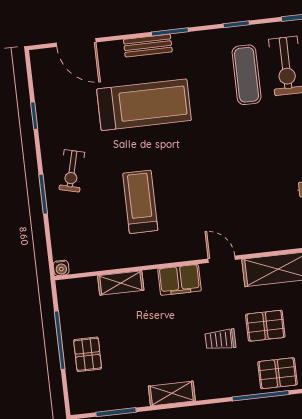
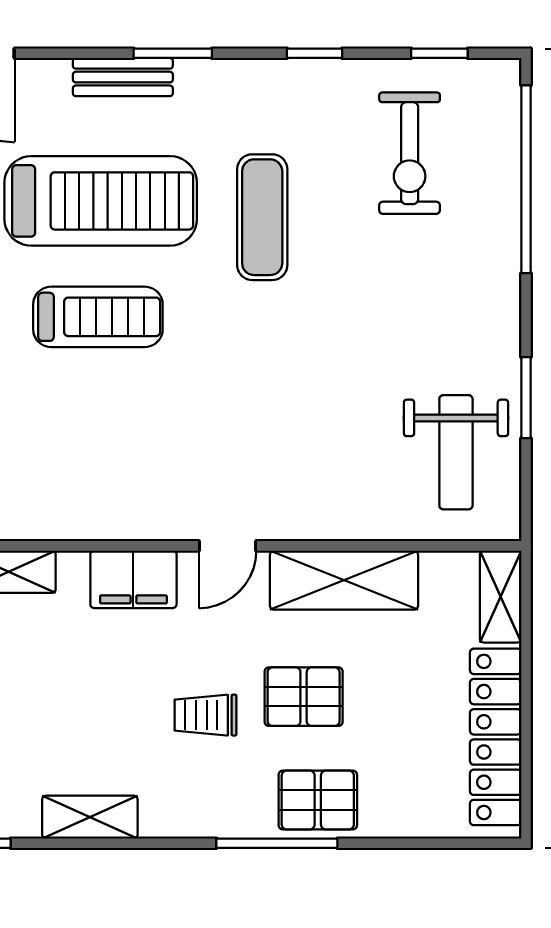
exercise mat: (247, 75) -> (262, 217), moved
treadmill: (140, 202) -> (98, 317), moved, turned 90
door: (222, 259) -> (227, 546), swing flipped

